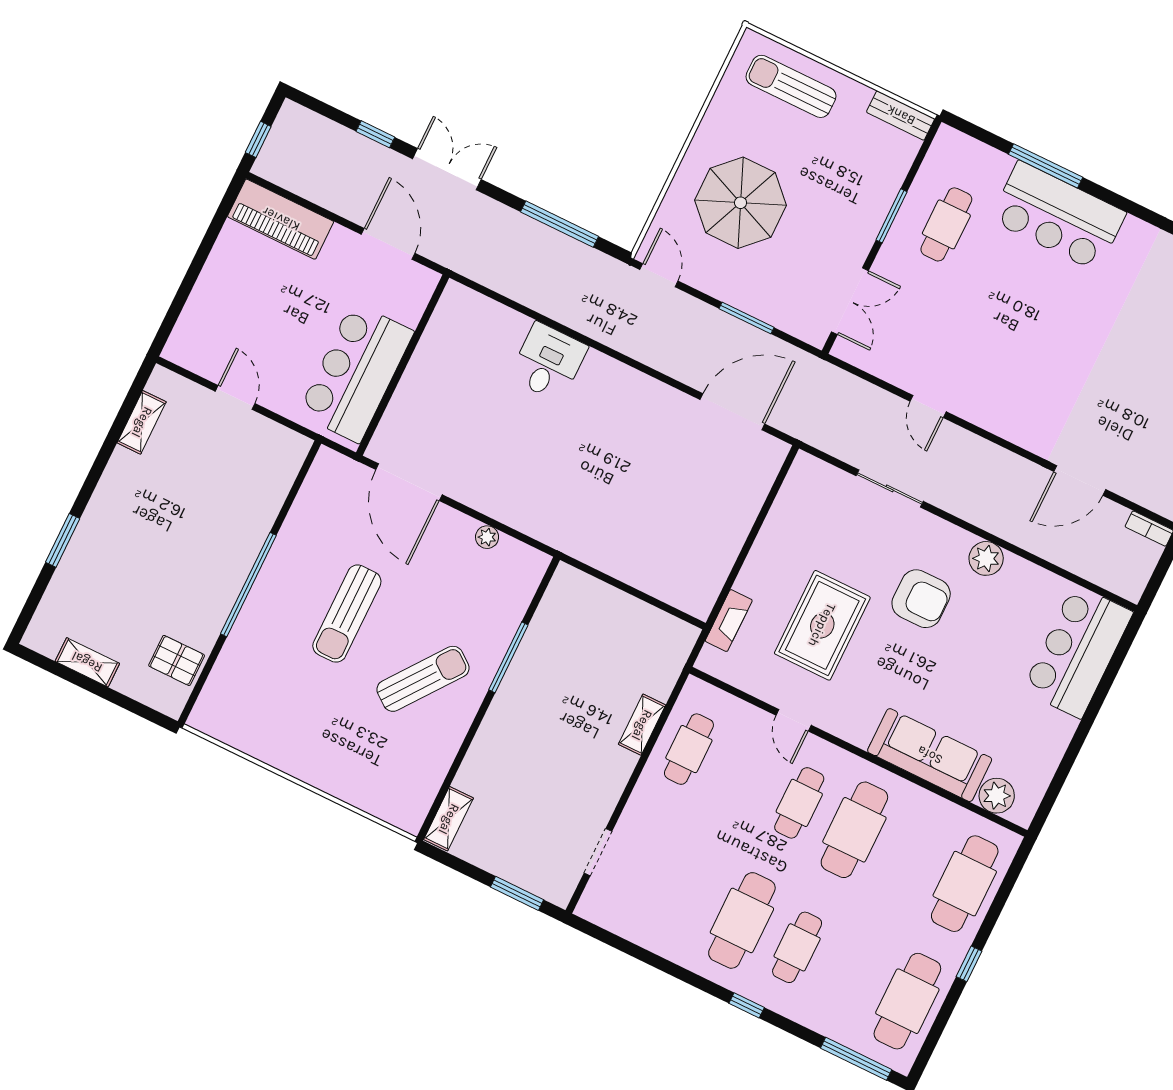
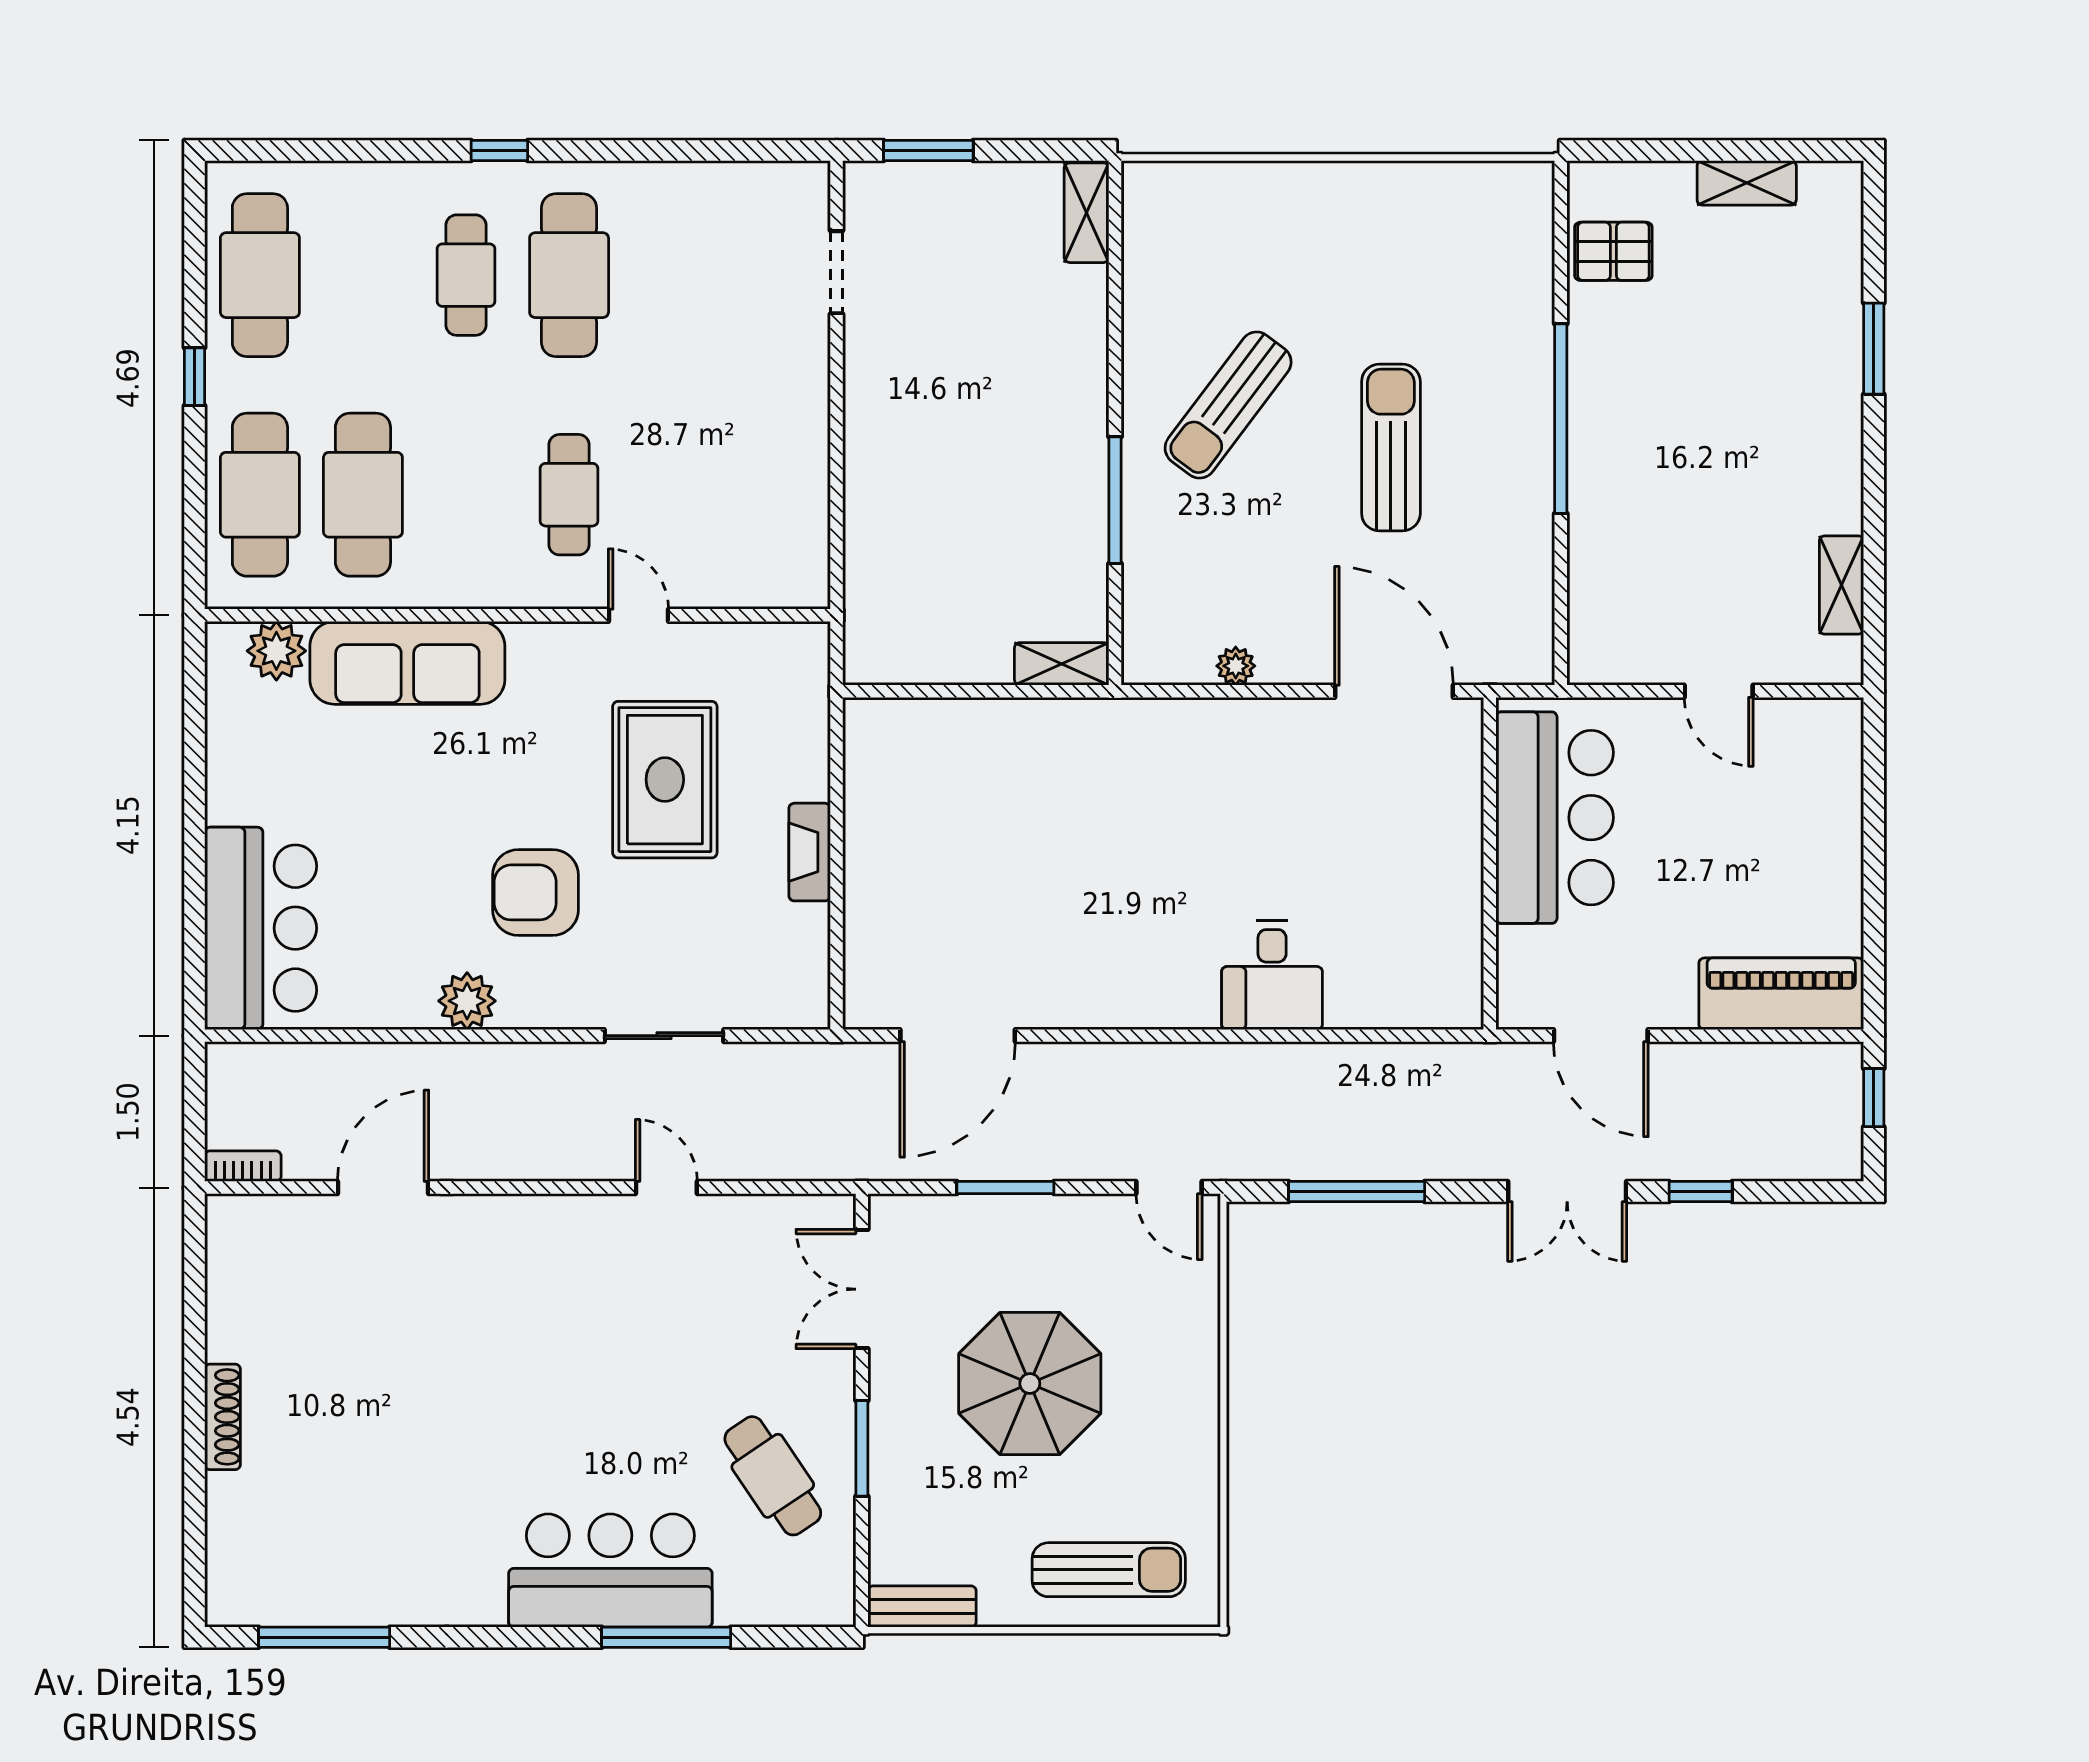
parasol: (741, 203) -> (1030, 1383), moved
cafe table: (946, 224) -> (773, 1476), turned -34
fireplace: (729, 621) -> (810, 852), moved
shelving: (642, 725) -> (1062, 664), moved, turned 90
cafe table: (689, 749) -> (775, 495), removed
cafe table: (854, 830) -> (363, 495), moved
window: (856, 1059) -> (295, 150), removed

